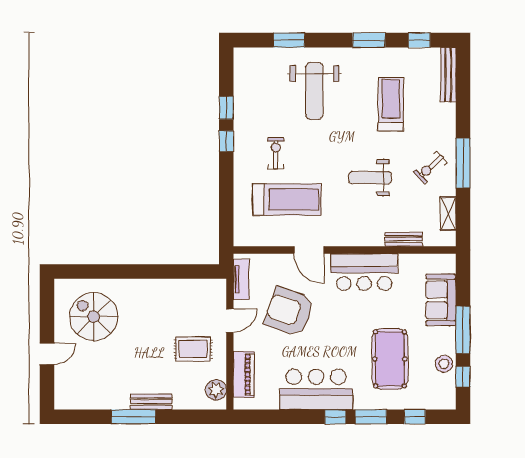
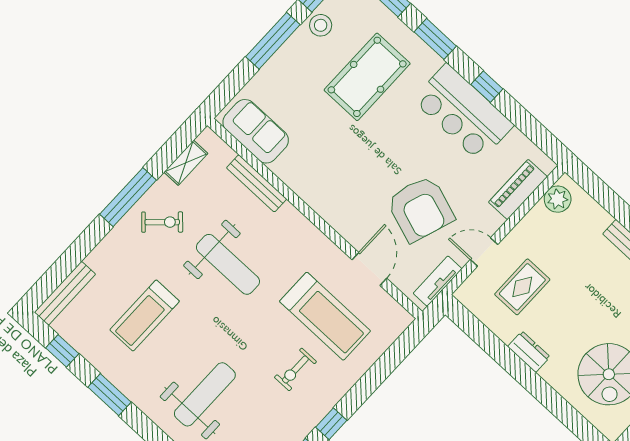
weight bench: (370, 178) -> (228, 264), width x1.36, depth x1.33
treadmill: (287, 199) -> (325, 316), turned 180
bench: (404, 239) -> (257, 183), width x1.36
door: (309, 250) -> (369, 269), moved
bar counter: (364, 272) -> (316, 181), removed
dresser: (151, 287) -> (529, 352), added
sofa: (441, 300) -> (256, 131), moved, turned -90
rug: (193, 349) -> (522, 287), moved, turned 90
window: (335, 417) -> (487, 87), moved

